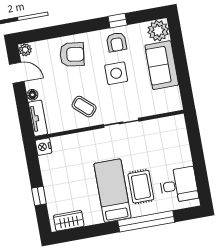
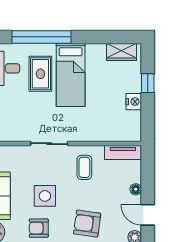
armchair: (117, 42) -> (39, 228), turned -90
coffee table: (84, 107) -> (84, 167), turned 48
tv unit: (38, 118) -> (123, 152), moved, turned -90
nightstand: (44, 147) -> (134, 102), moved

